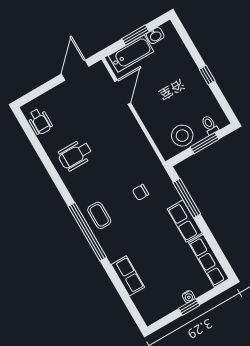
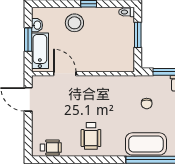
toilet: (210, 125) -> (127, 12), moved
stool: (182, 136) -> (74, 23), moved
coffee table: (99, 215) -> (146, 144), width x1.86, depth x1.72

